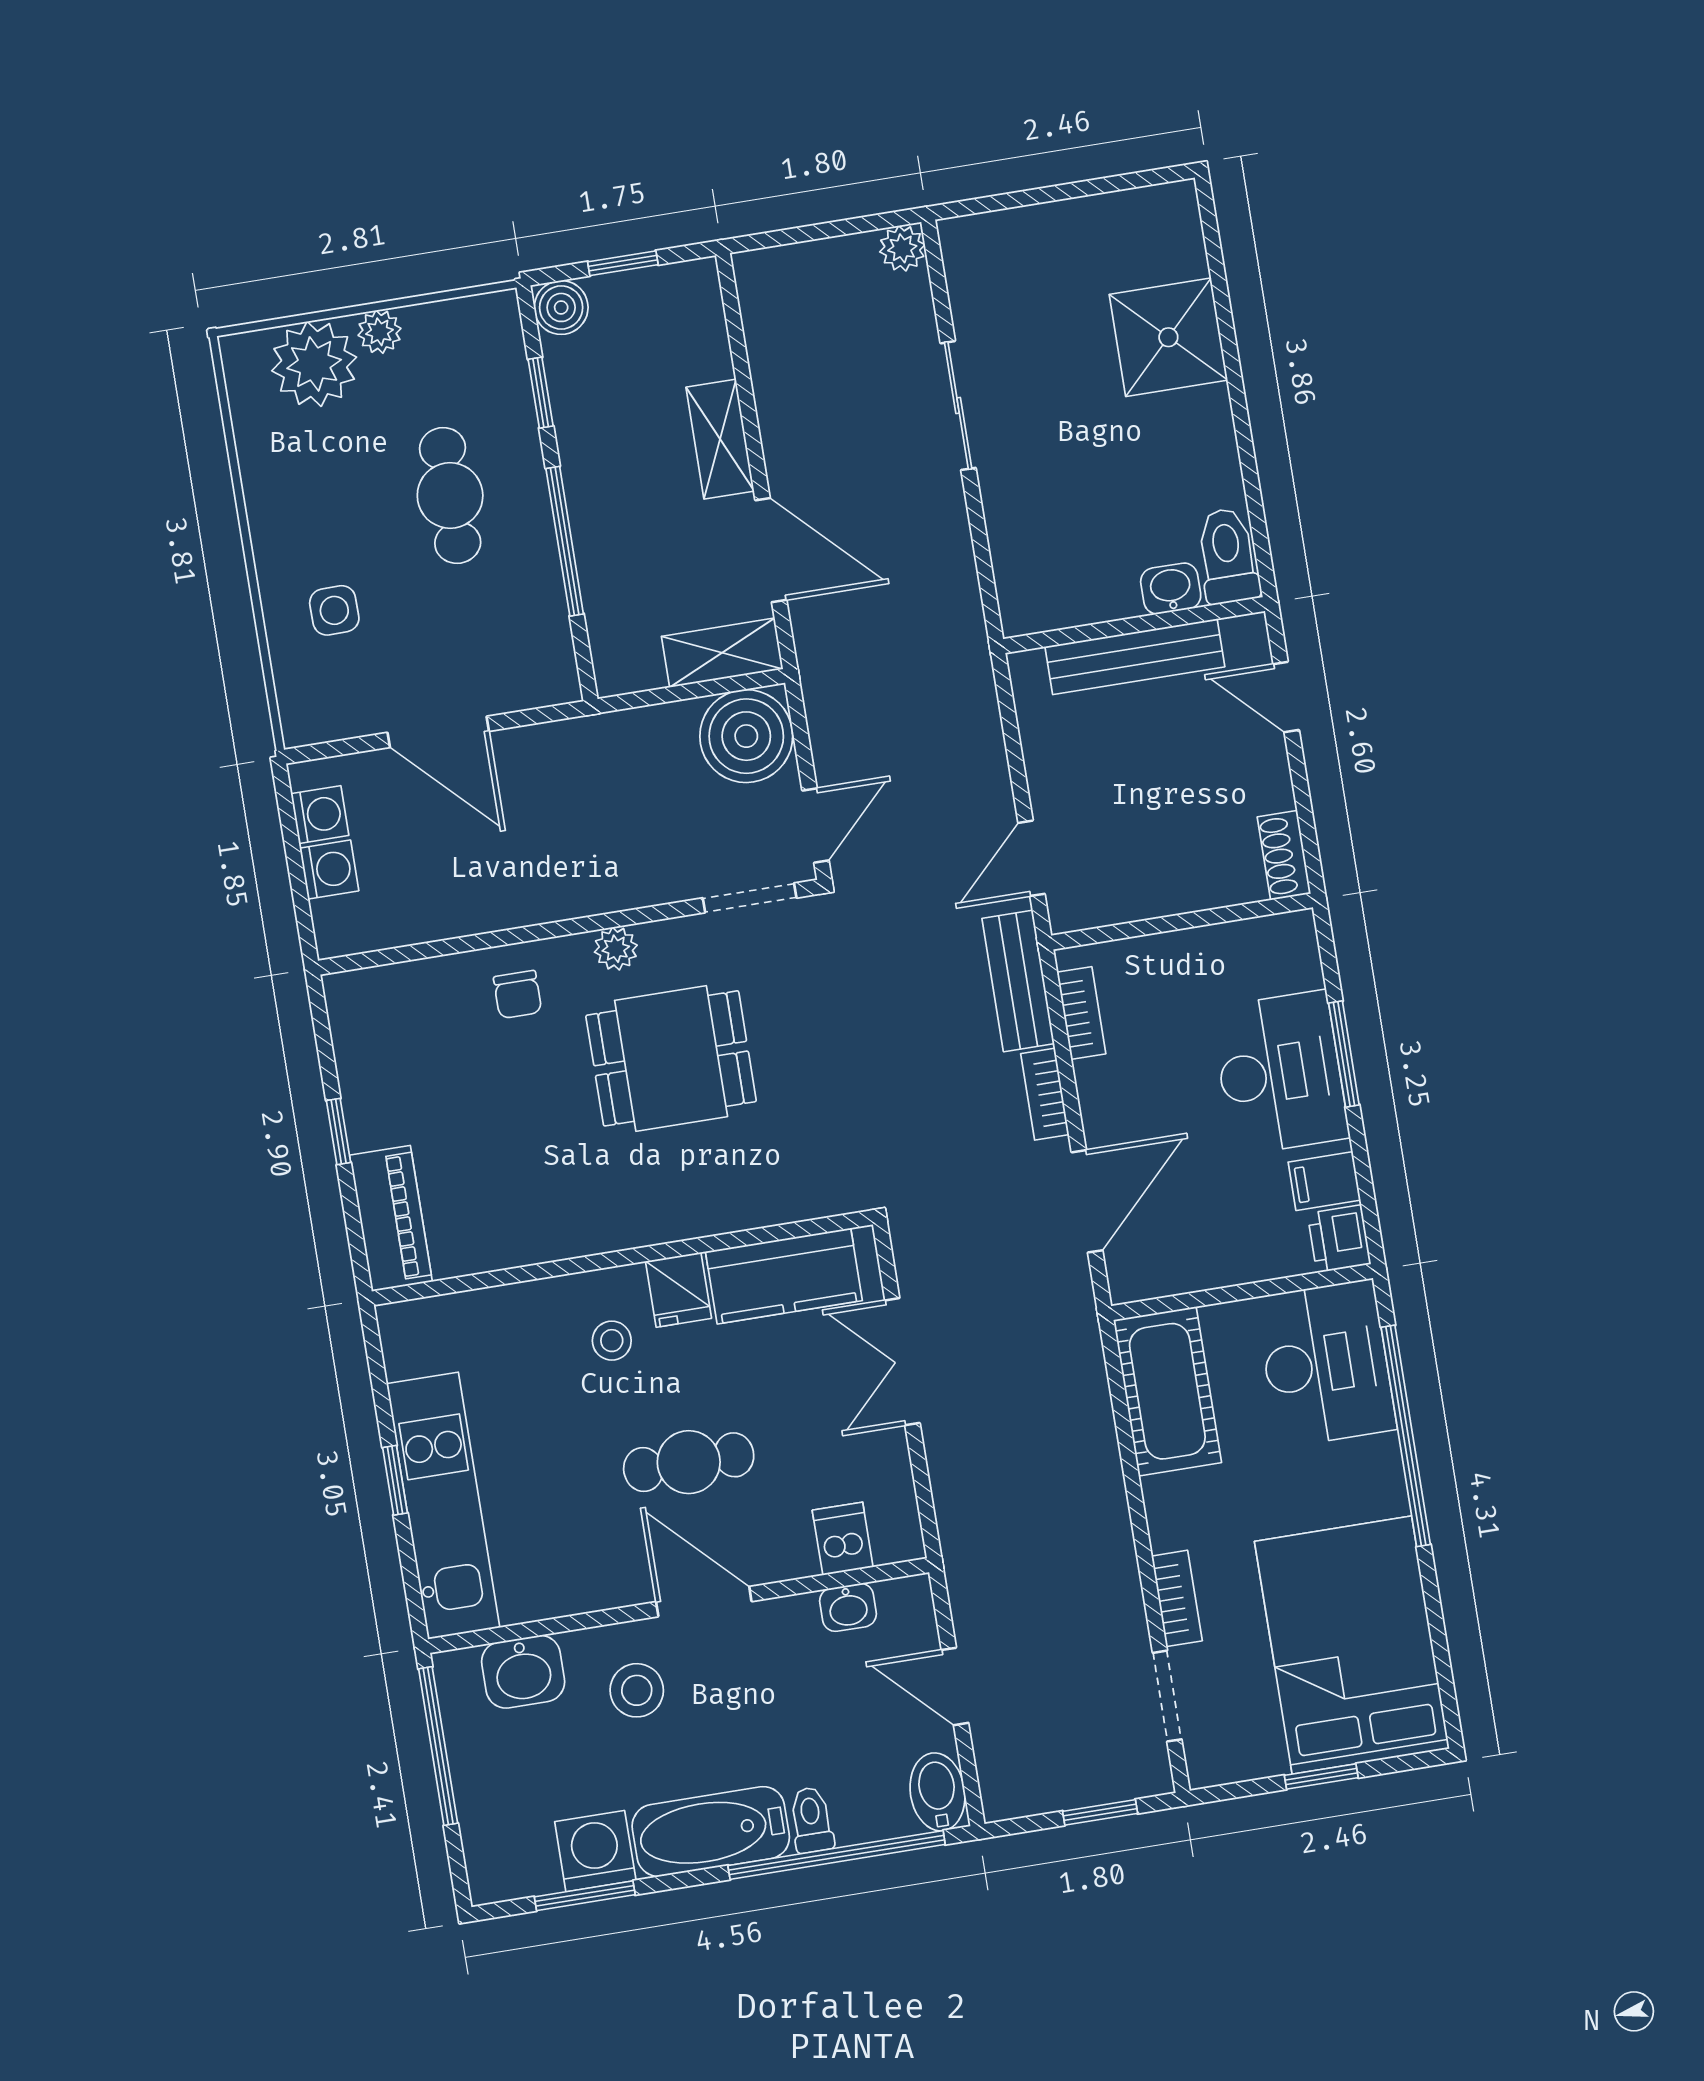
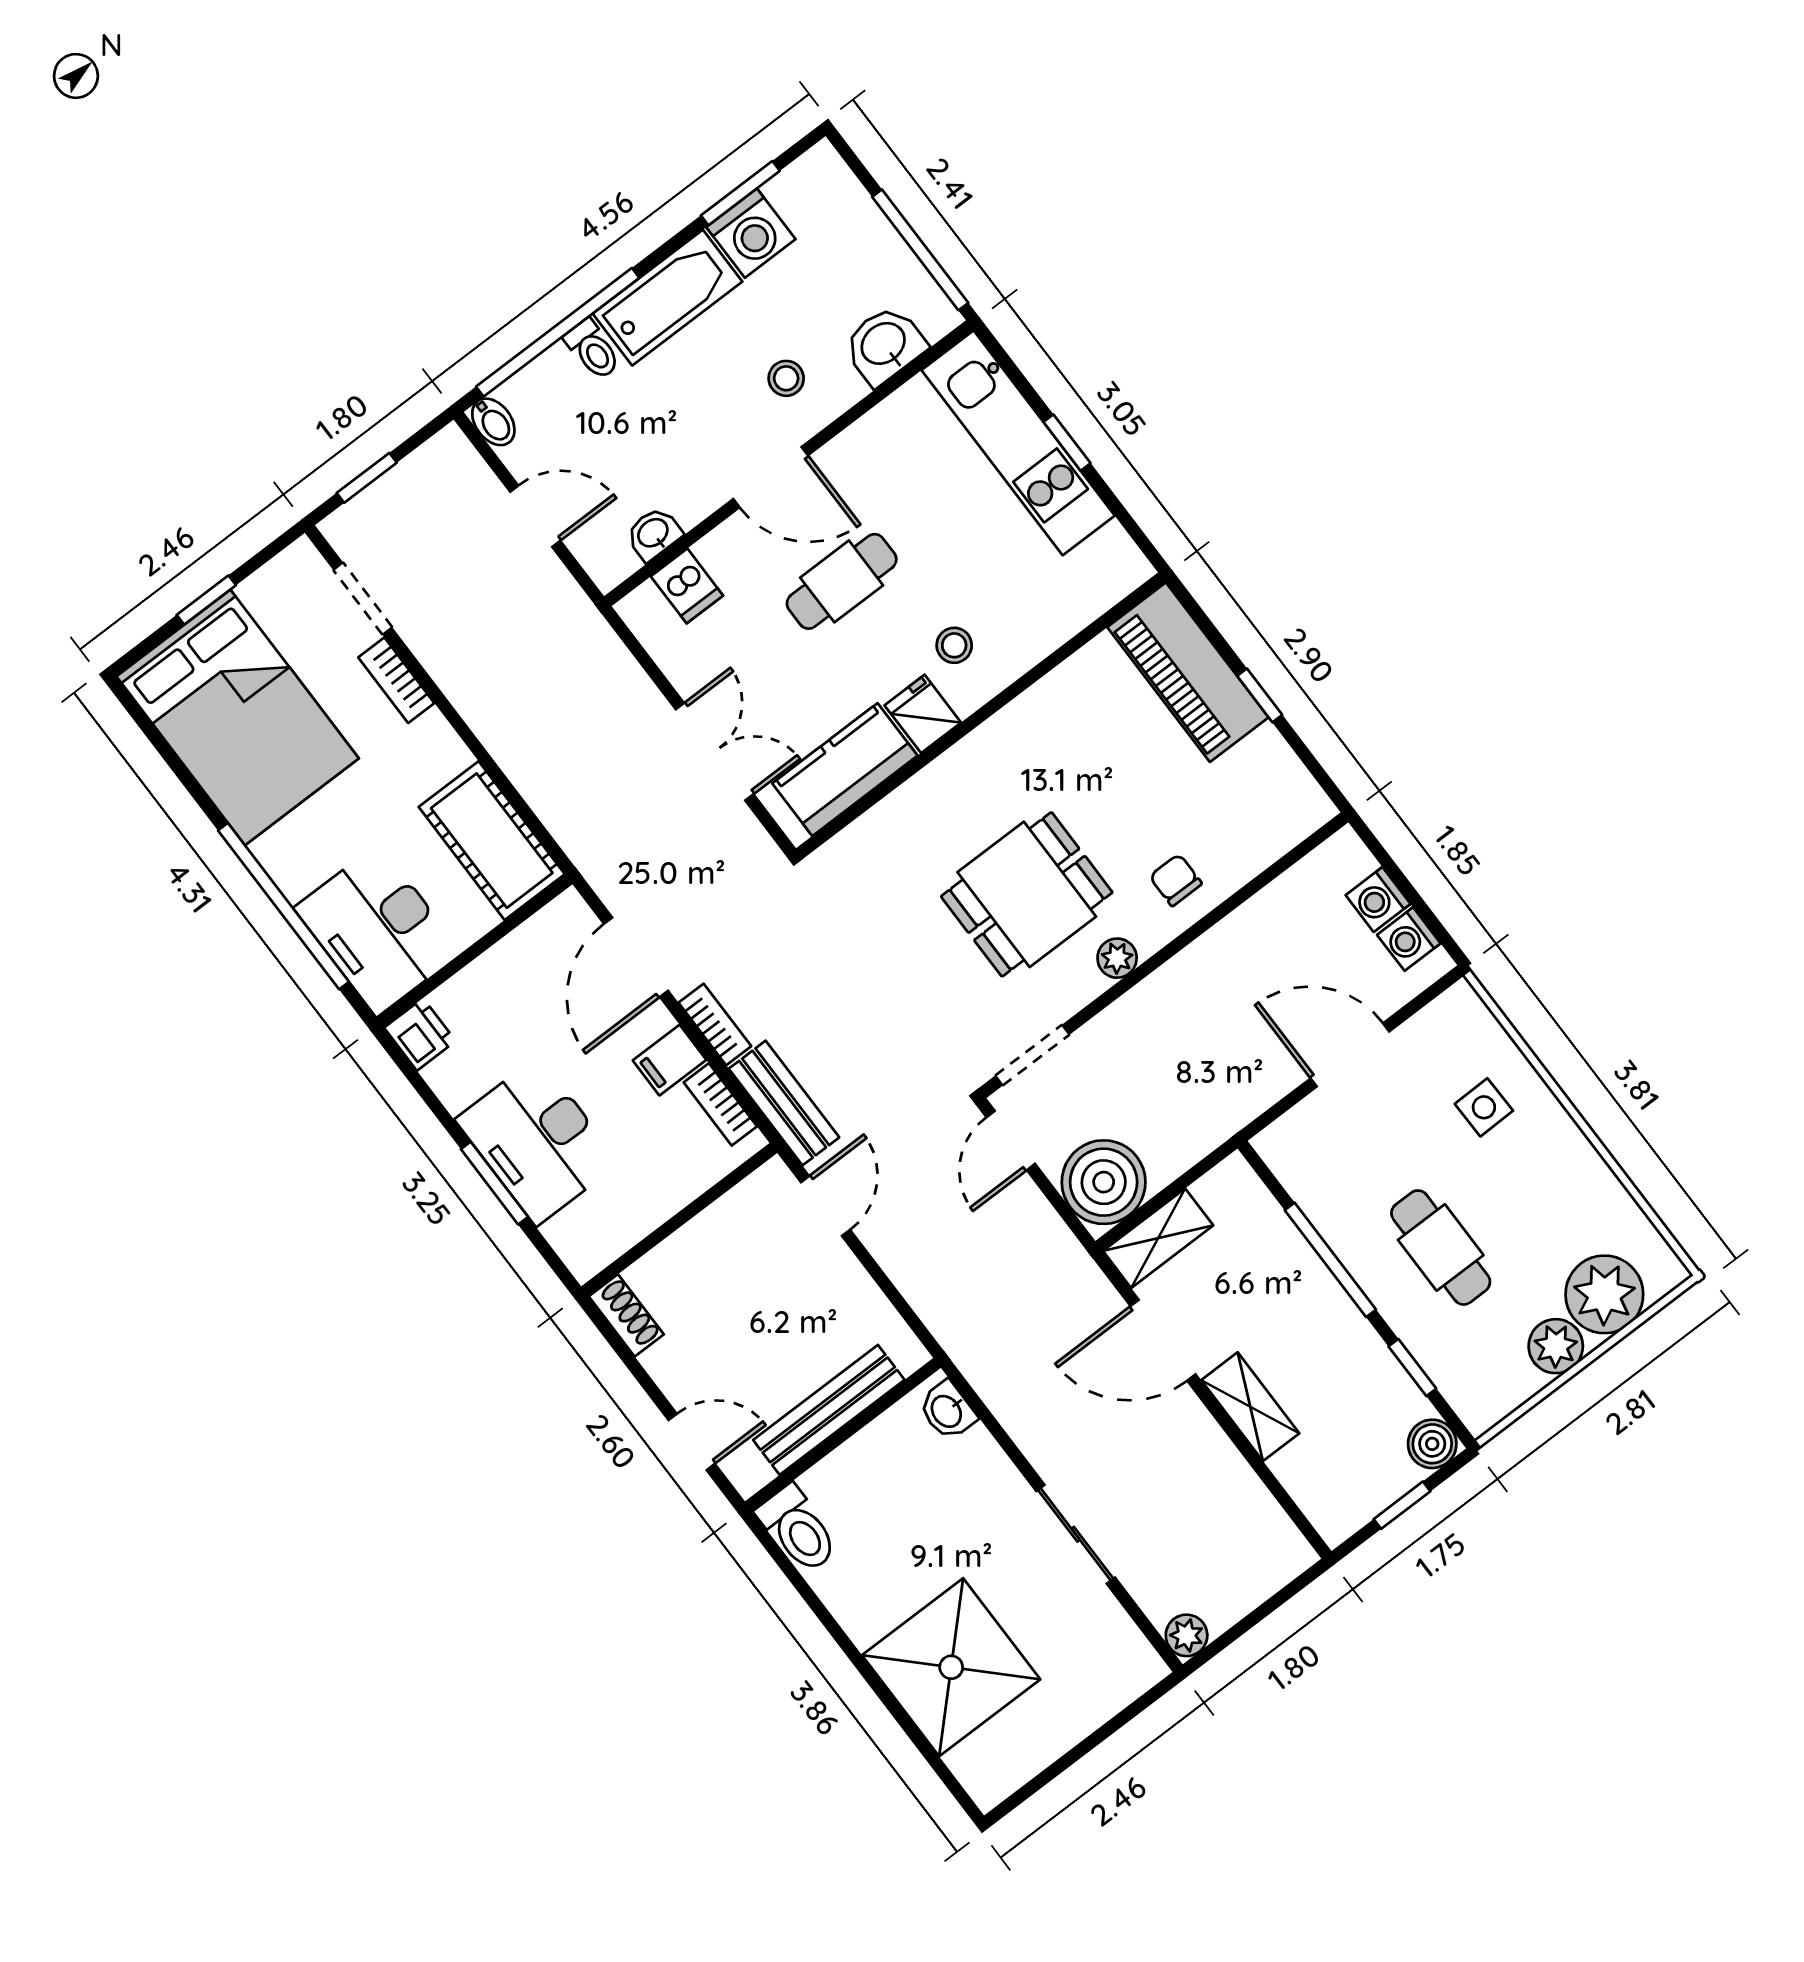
plant: (379, 332) -> (1556, 1346), width x1.38, depth x1.38
shower: (1168, 337) -> (951, 1667), width x1.37, depth x1.37
washbasin: (1171, 589) -> (947, 1411), moved, turned 90
filing cabinet: (1324, 1181) -> (669, 1060), moved, turned 180
piano: (391, 1218) -> (1188, 672), width x1.37, depth x1.33
stool: (637, 1690) -> (786, 378), width x0.73, depth x0.73
bidet: (938, 1792) -> (493, 422), width x0.72, depth x0.74

